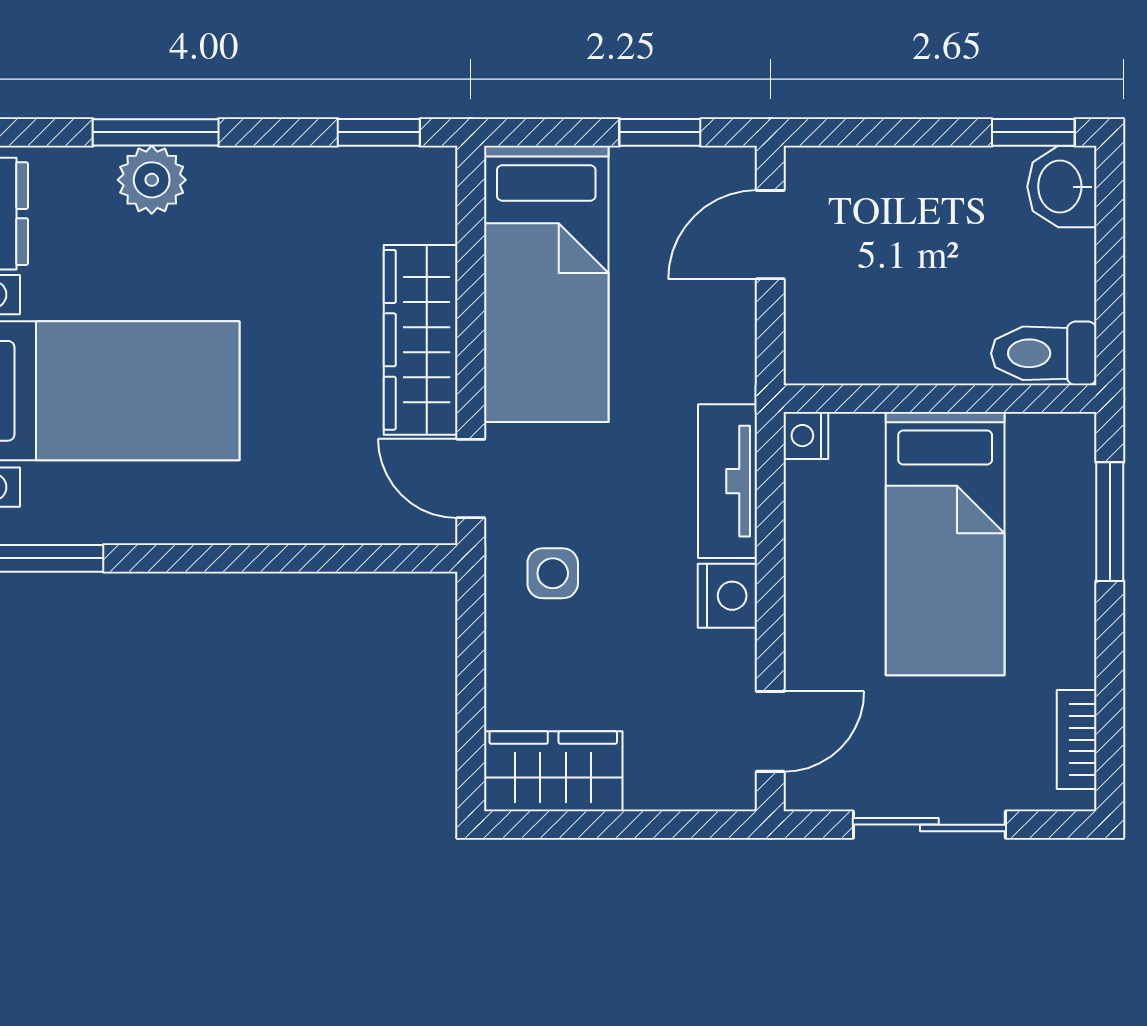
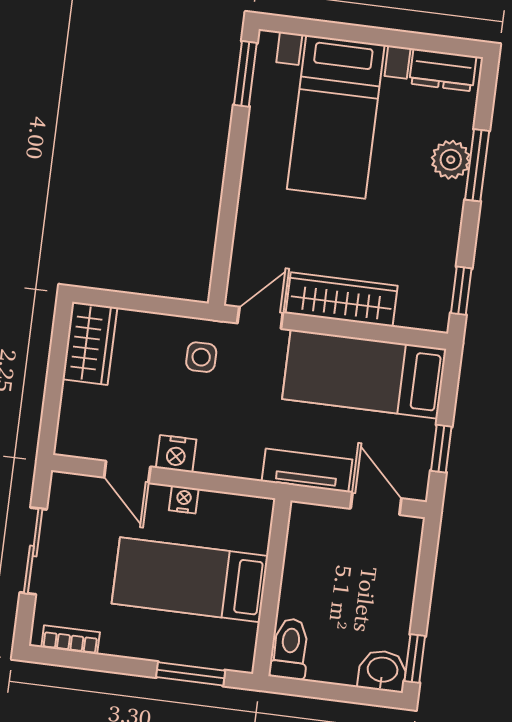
nightstand: (806, 436) -> (184, 500), moved
tv unit: (728, 481) -> (307, 470), moved
door: (770, 731) -> (127, 472), moved

